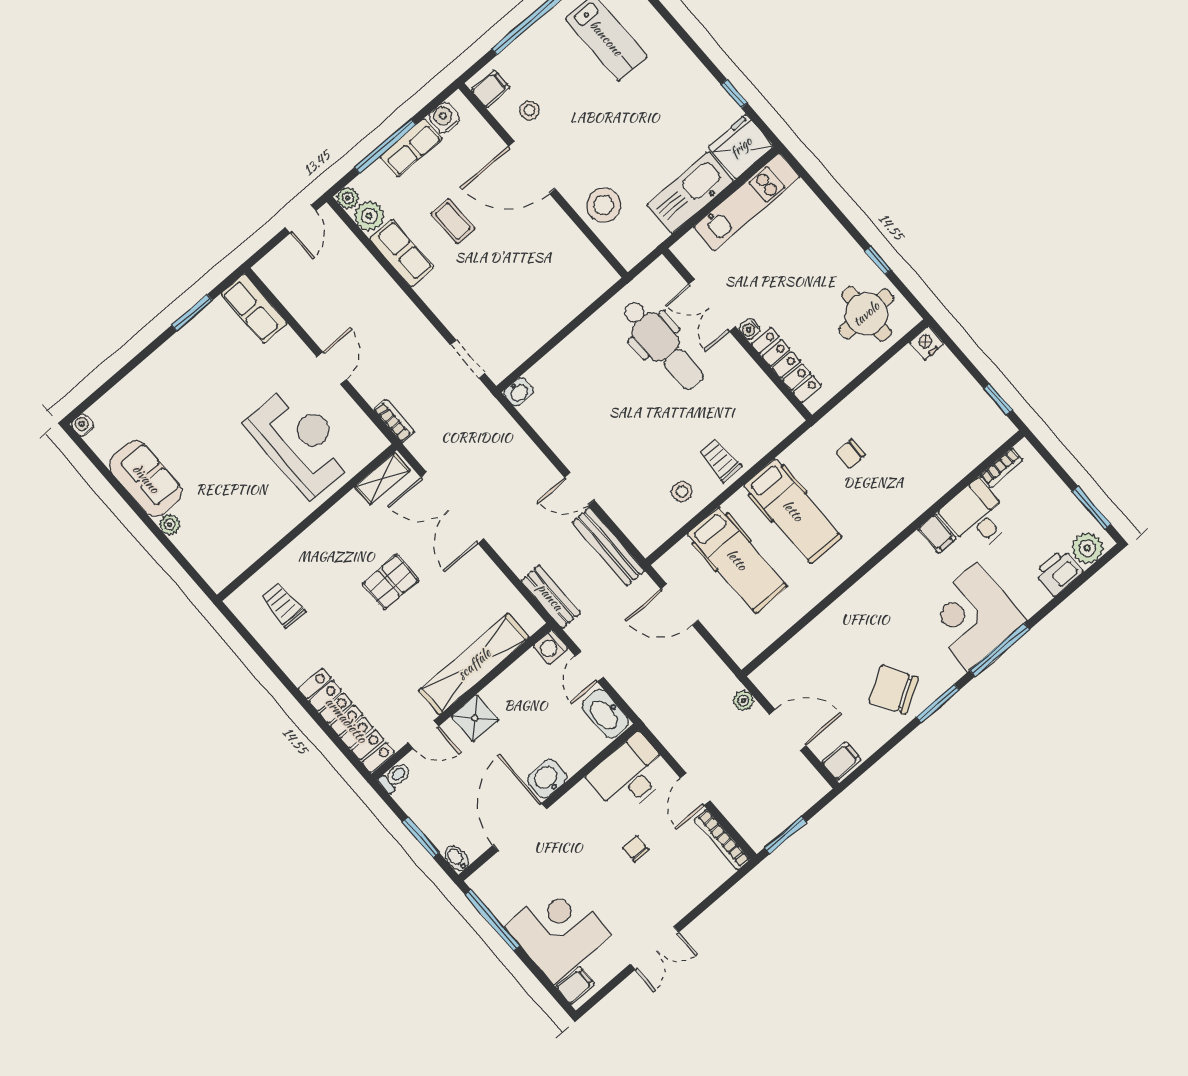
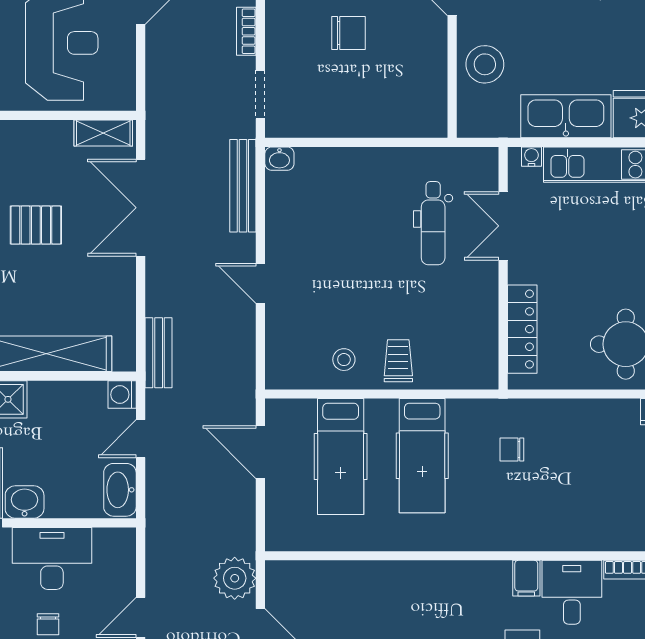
chair: (491, 264) -> (349, 33), added
water cooler: (750, 329) -> (531, 157), moved, turned 90
dental chair: (662, 345) -> (433, 223), width x0.73, depth x0.72
bookcase: (394, 421) -> (246, 31), moved, turned 180
bench: (608, 546) -> (243, 186), moved
plant: (743, 701) -> (235, 578), width x1.88, depth x1.88
desk: (630, 775) -> (52, 558), moved
chair: (636, 849) -> (48, 624), turned 180

